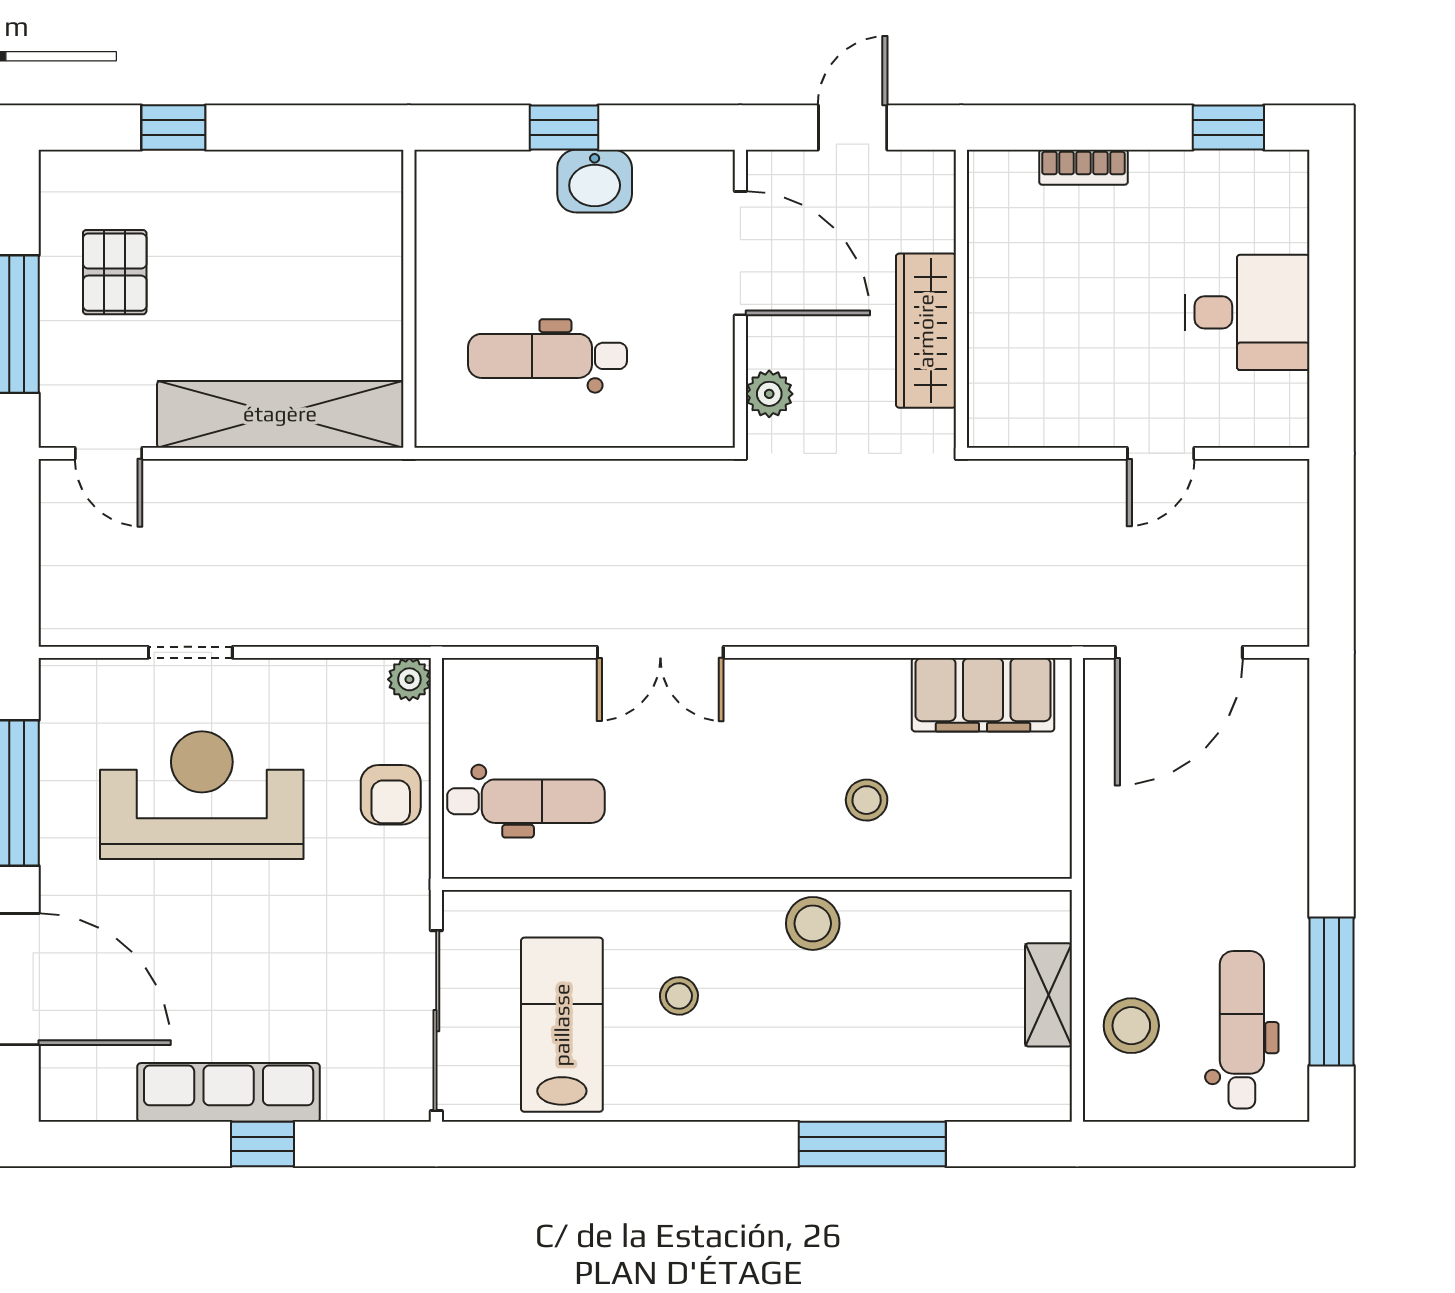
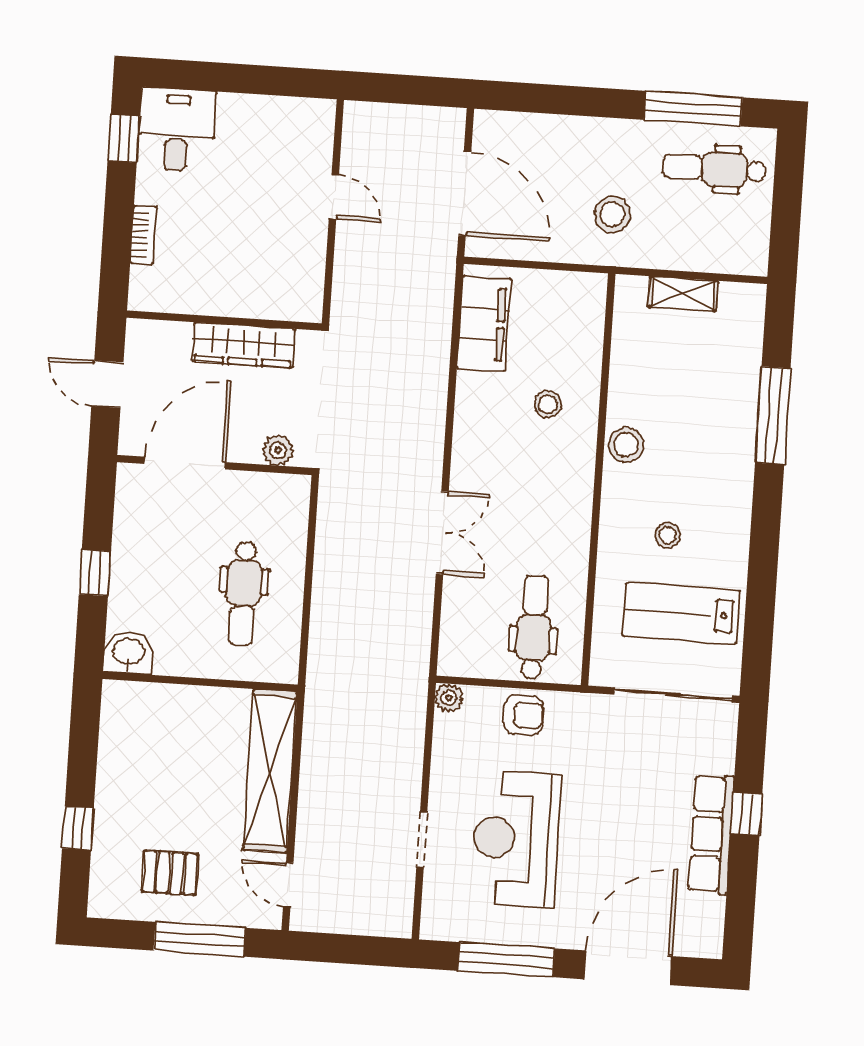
washbasin: (595, 181) -> (129, 653), moved, turned -90
desk: (1247, 312) -> (177, 130), moved
door: (109, 453) -> (288, 885), swing flipped
stool: (1131, 1026) -> (612, 215), moved

